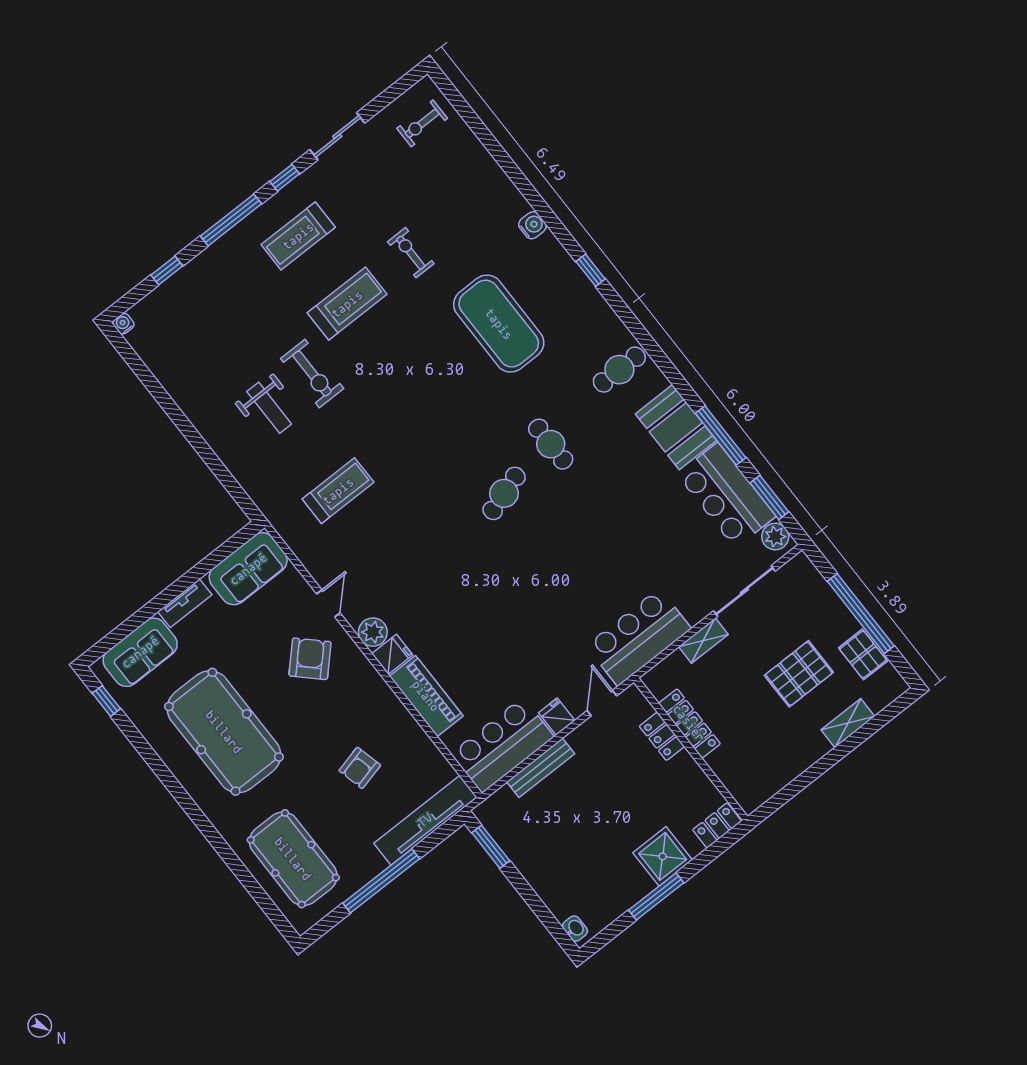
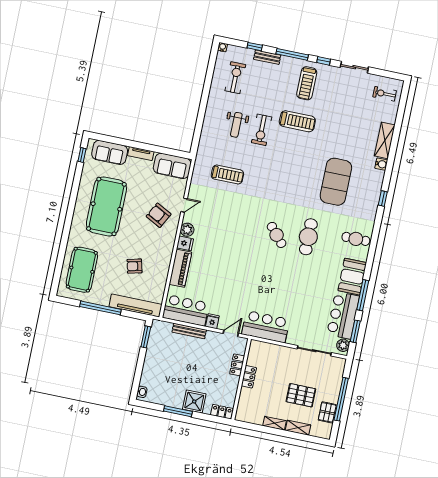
shelving: (498, 187) -> (385, 140), added
treadmill: (298, 236) -> (307, 83), turned -90
exercise bike: (411, 253) -> (235, 78), moved, width x1.38, depth x1.39
bench: (201, 265) -> (267, 57), added
cafe table: (551, 444) -> (308, 237), width x1.37, depth x1.35
cafe table: (504, 493) -> (277, 235), turned 67
shelving: (703, 640) -> (275, 423), moved
armchair: (310, 659) -> (159, 215), turned -106
locker: (689, 723) -> (249, 377), width x0.66

